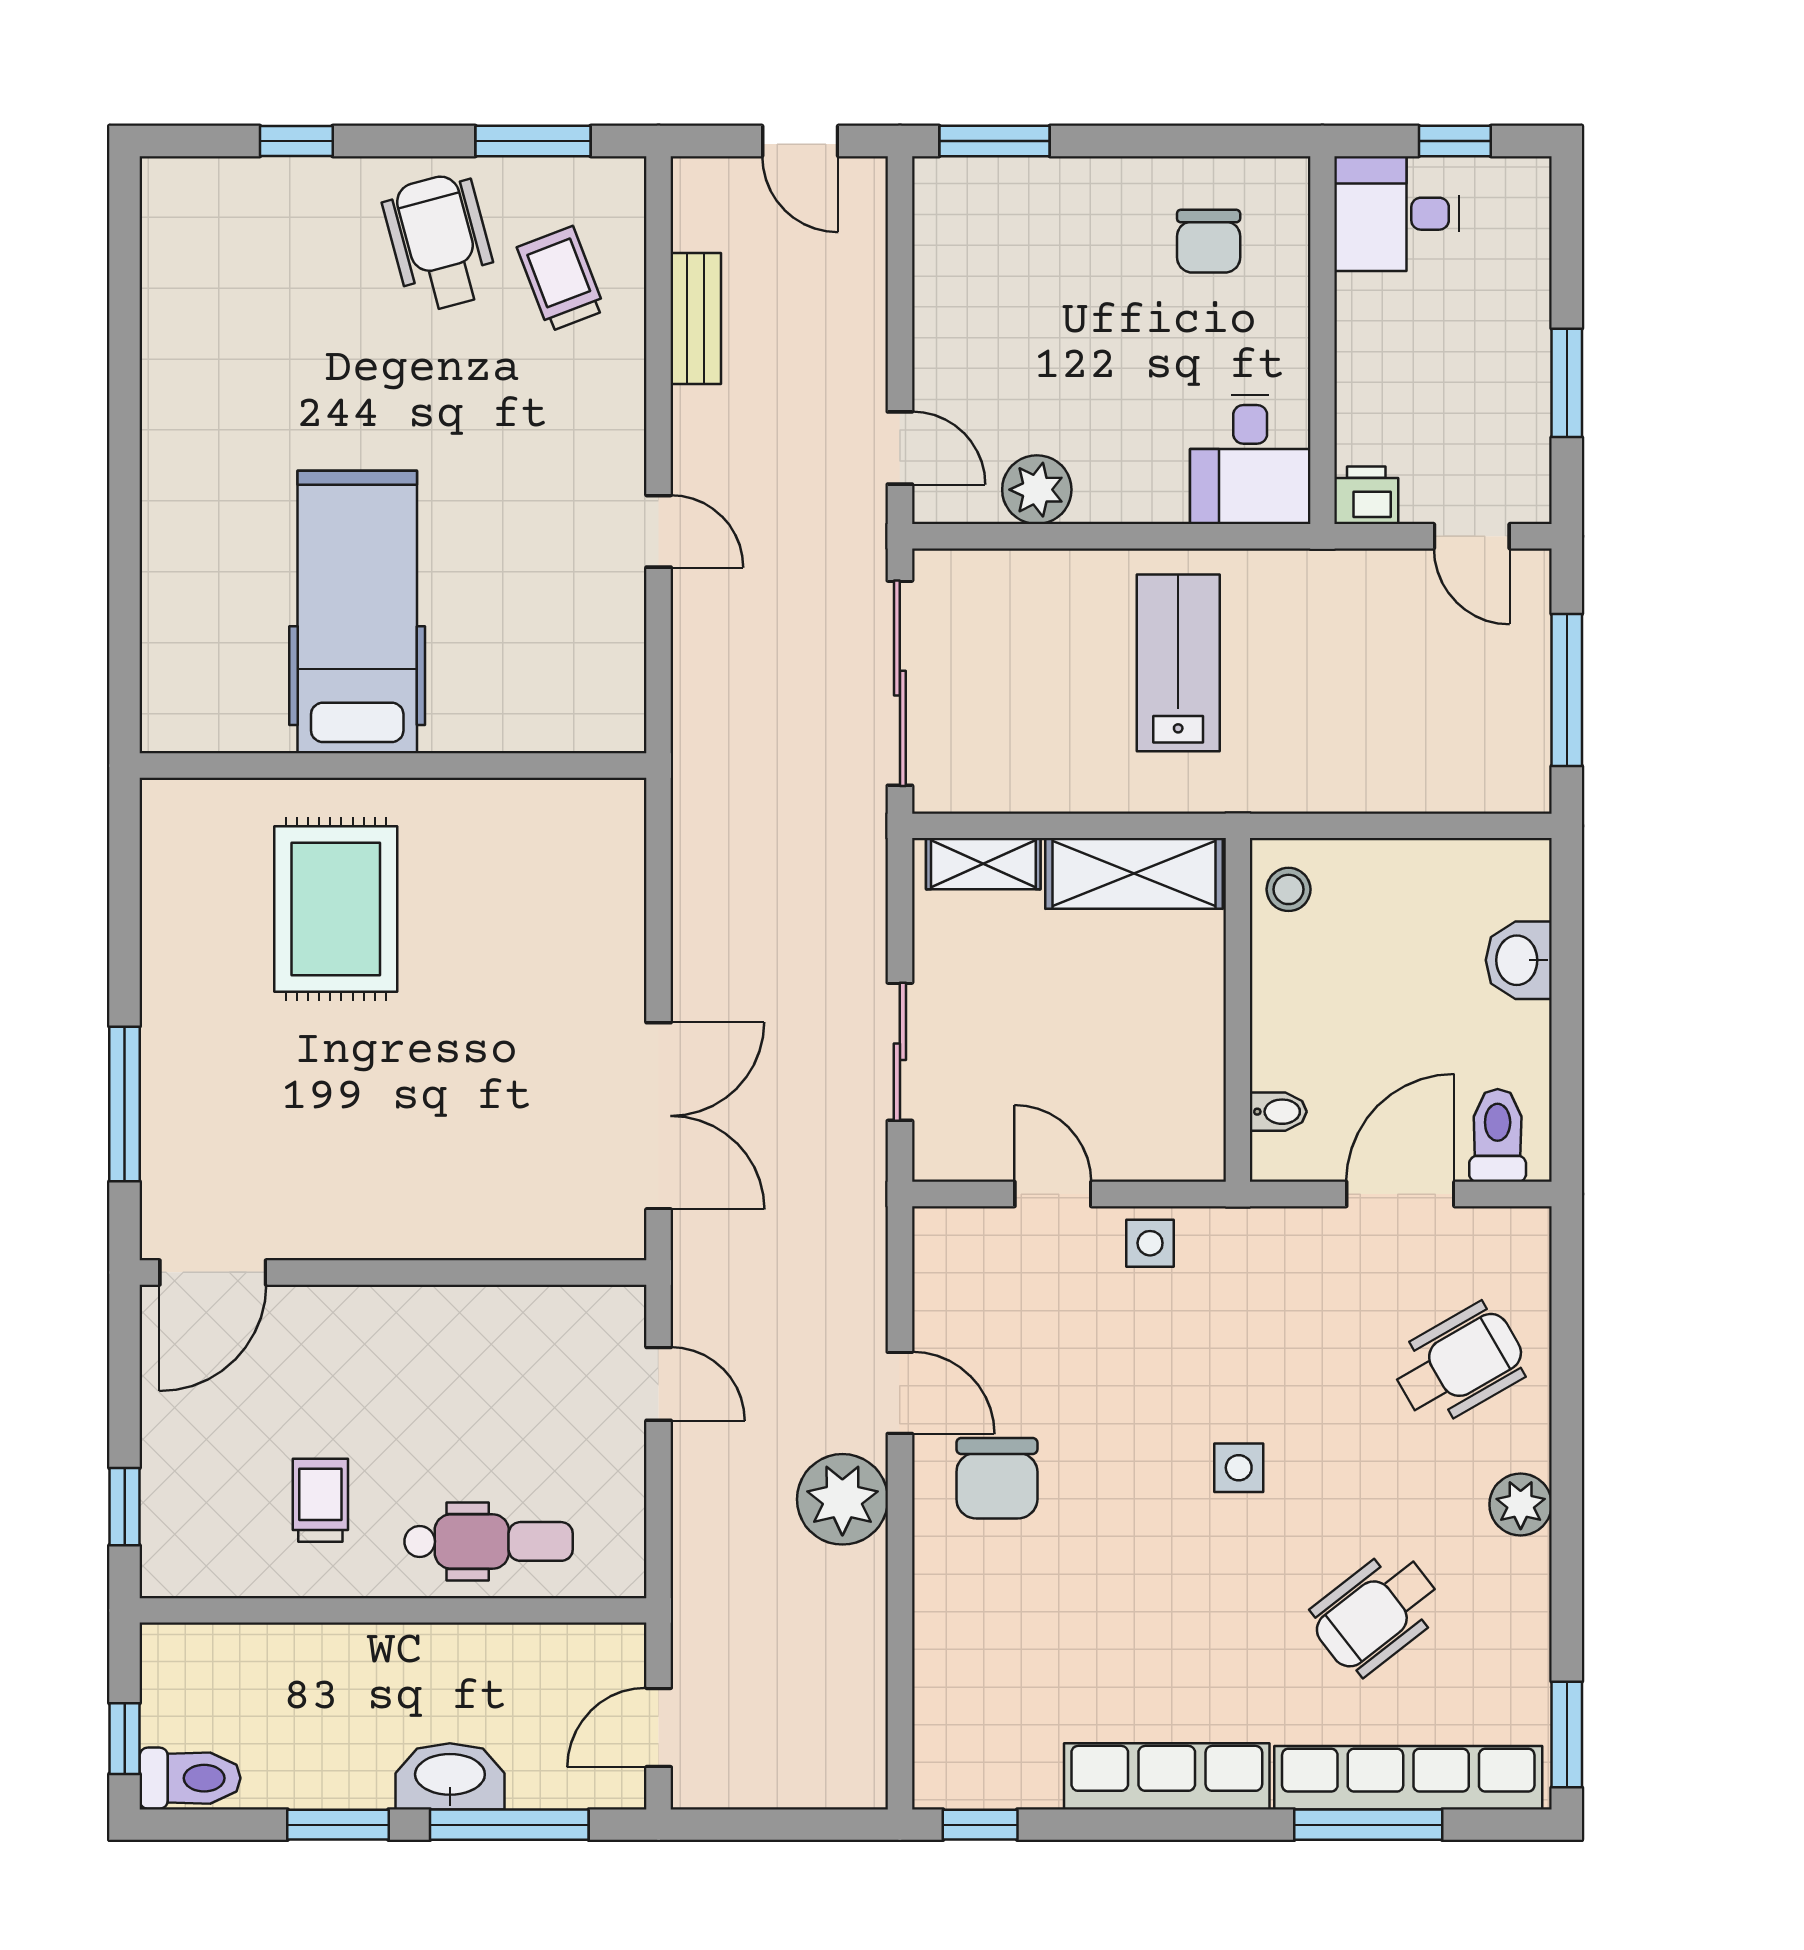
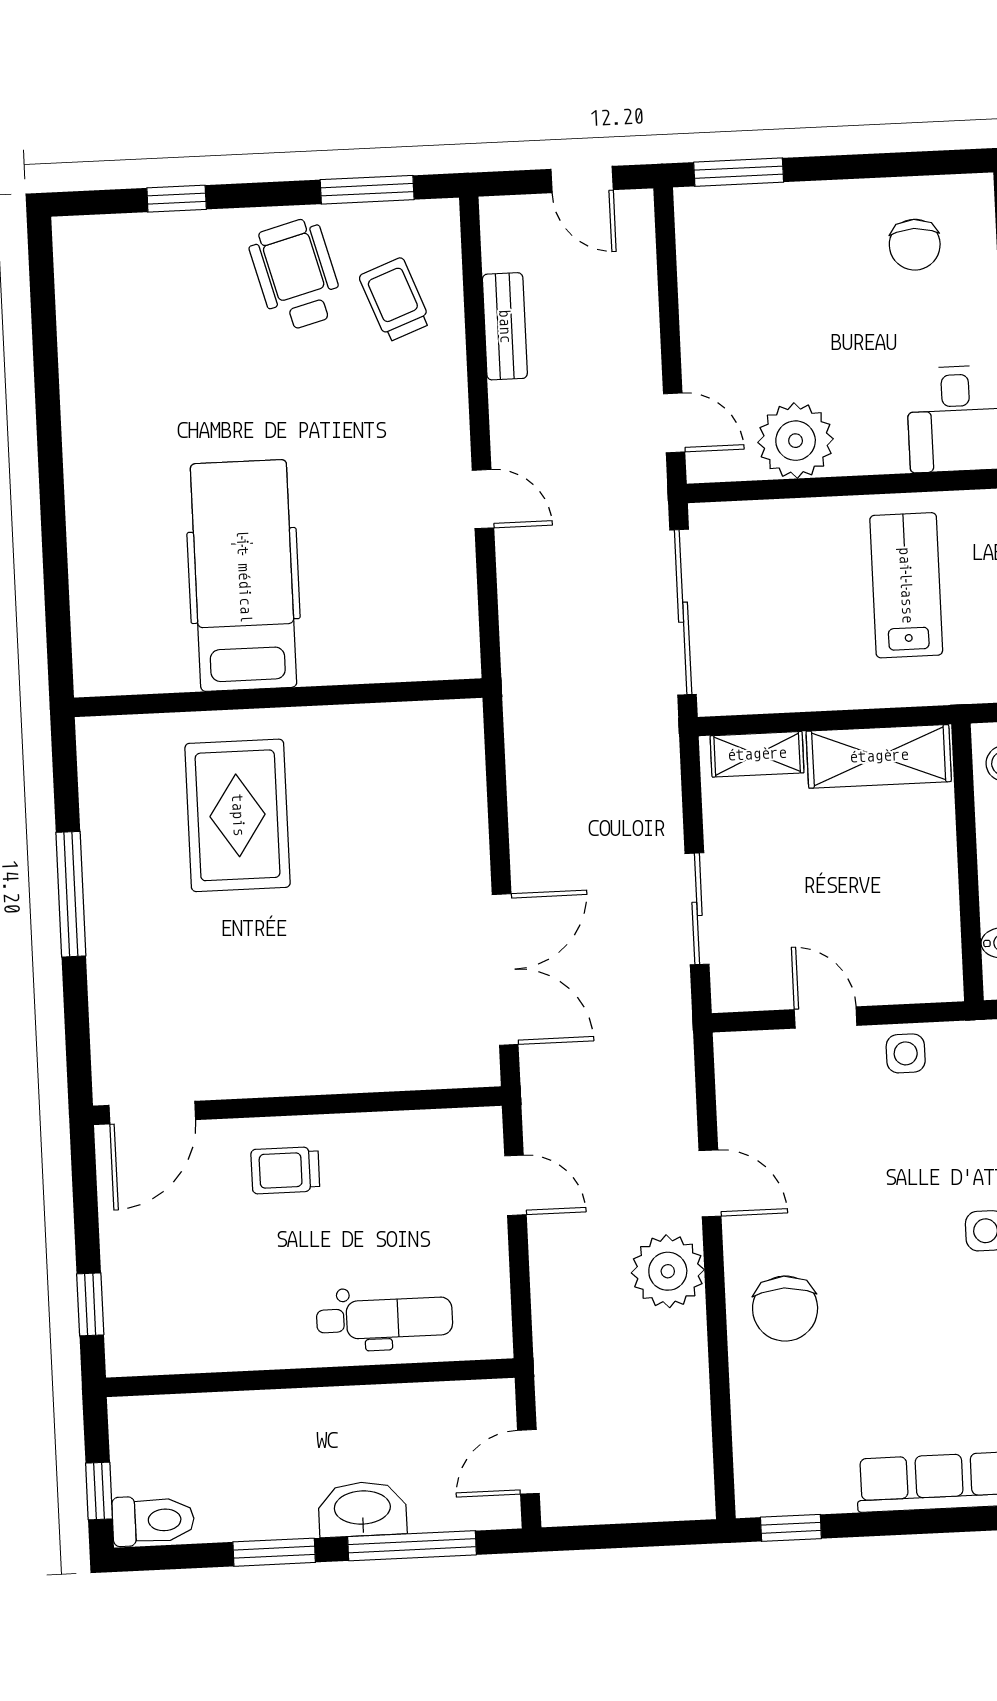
plant: (1037, 490) -> (796, 441), width x1.36, depth x1.36
window: (125, 1104) -> (71, 894), moved
chair: (997, 1478) -> (785, 1309), moved
trolley: (320, 1500) -> (285, 1170), moved, turned -90

